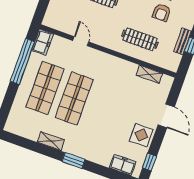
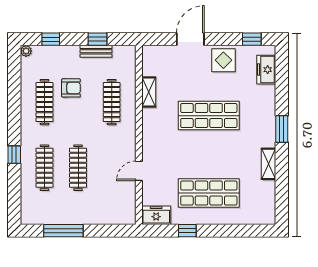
window: (22, 61) -> (187, 231), width x0.32
shelving: (149, 74) -> (149, 92), moved
shop shelf: (74, 98) -> (209, 116), moved

